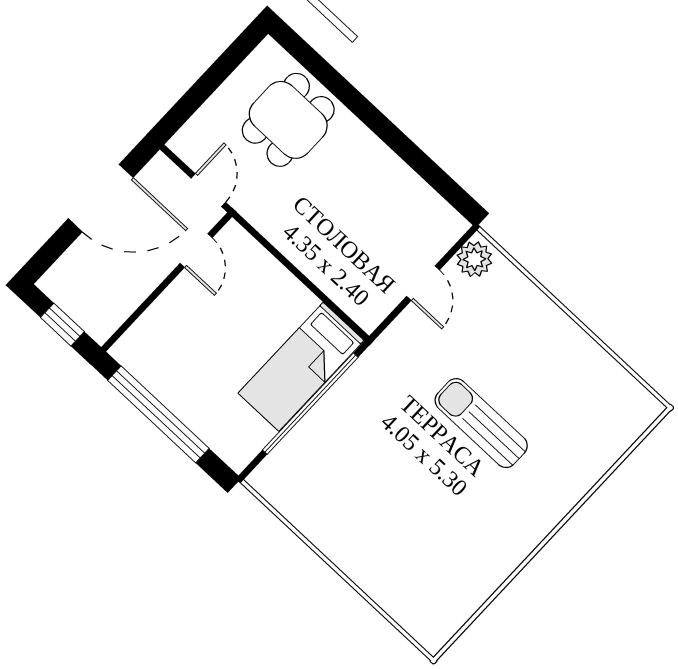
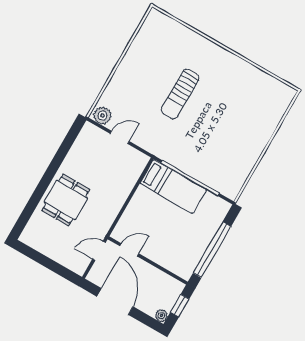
dining table: (288, 120) -> (66, 200), moved, turned 90
plant: (51, 284) -> (161, 316), added

